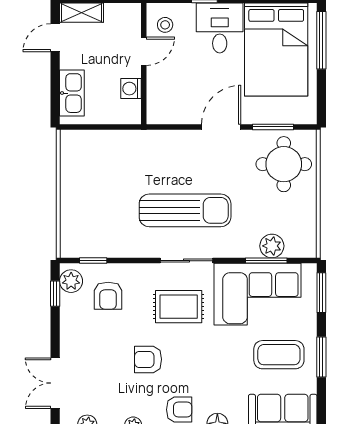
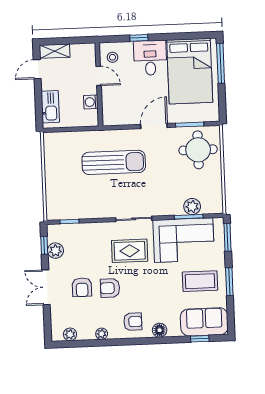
door: (144, 51) -> (99, 76), hinge flipped
sun lounger: (185, 210) -> (114, 162), moved
plant: (71, 281) -> (55, 251), moved
armchair: (108, 296) -> (82, 287), moved
double door: (55, 383) -> (46, 287), moved

